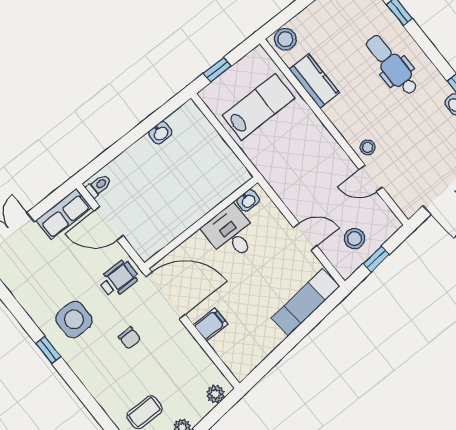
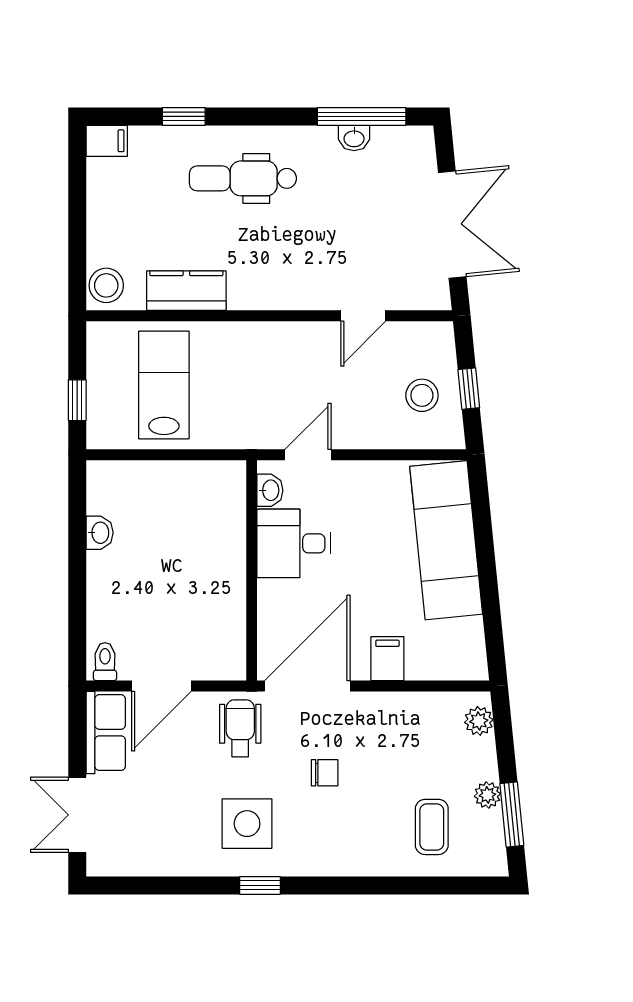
stool: (368, 147) -> (321, 289), removed
door: (305, 237) -> (308, 455), moved
exam couch: (305, 302) -> (446, 540), width x1.36, depth x1.45

